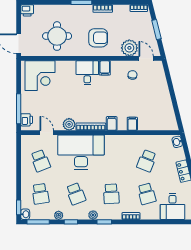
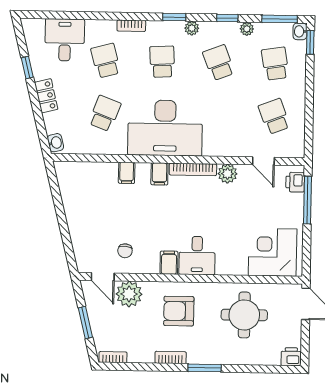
desk: (81, 152) -> (165, 128), moved

